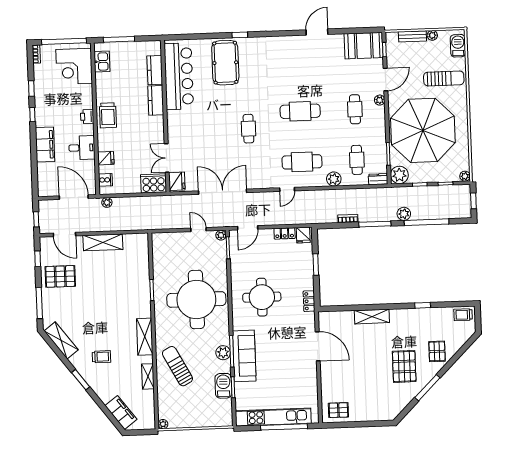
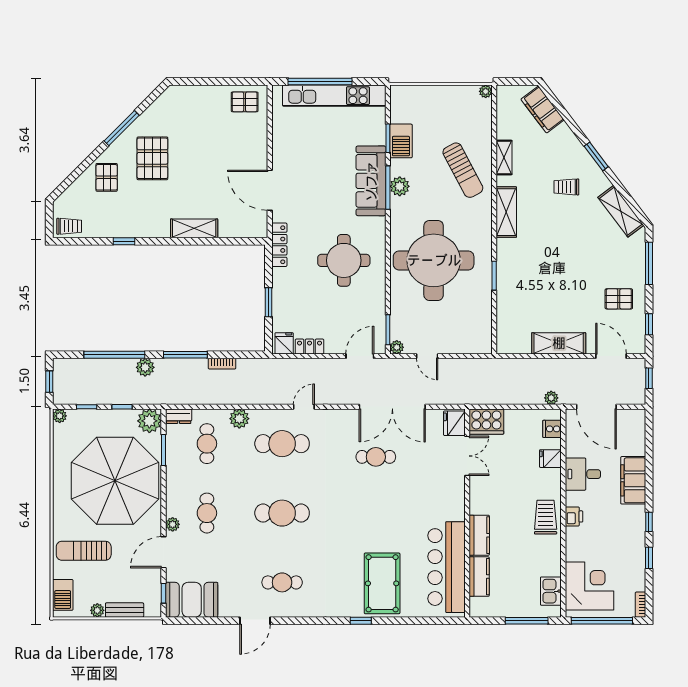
cafe table: (298, 61) -> (282, 582), added
cafe table: (248, 129) -> (376, 457), moved, turned 90
pallet: (60, 276) -> (619, 299), width x0.67, depth x0.71
locker: (309, 301) -> (279, 245), width x1.53

